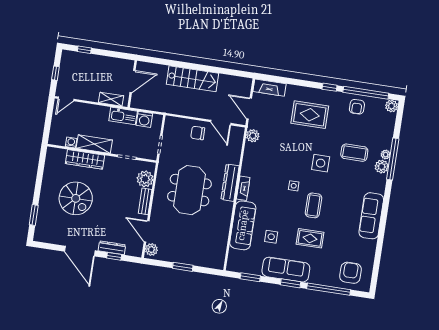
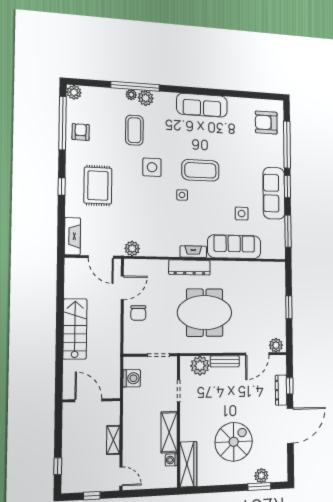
window: (330, 87) -> (62, 186), moved
shelving: (111, 99) -> (113, 440), moved
armchair: (357, 107) -> (81, 132), turned -90
door: (249, 108) -> (101, 257), hinge flipped
kitchen sink: (123, 116) -> (131, 404), removed
wardrobe: (85, 159) -> (188, 464), moved
coffee table: (313, 205) -> (200, 170), width x1.36, depth x1.32
plant: (43, 218) -> (261, 476), added
rug: (310, 238) -> (237, 170), removed
window: (250, 277) -> (288, 231), width x1.44

